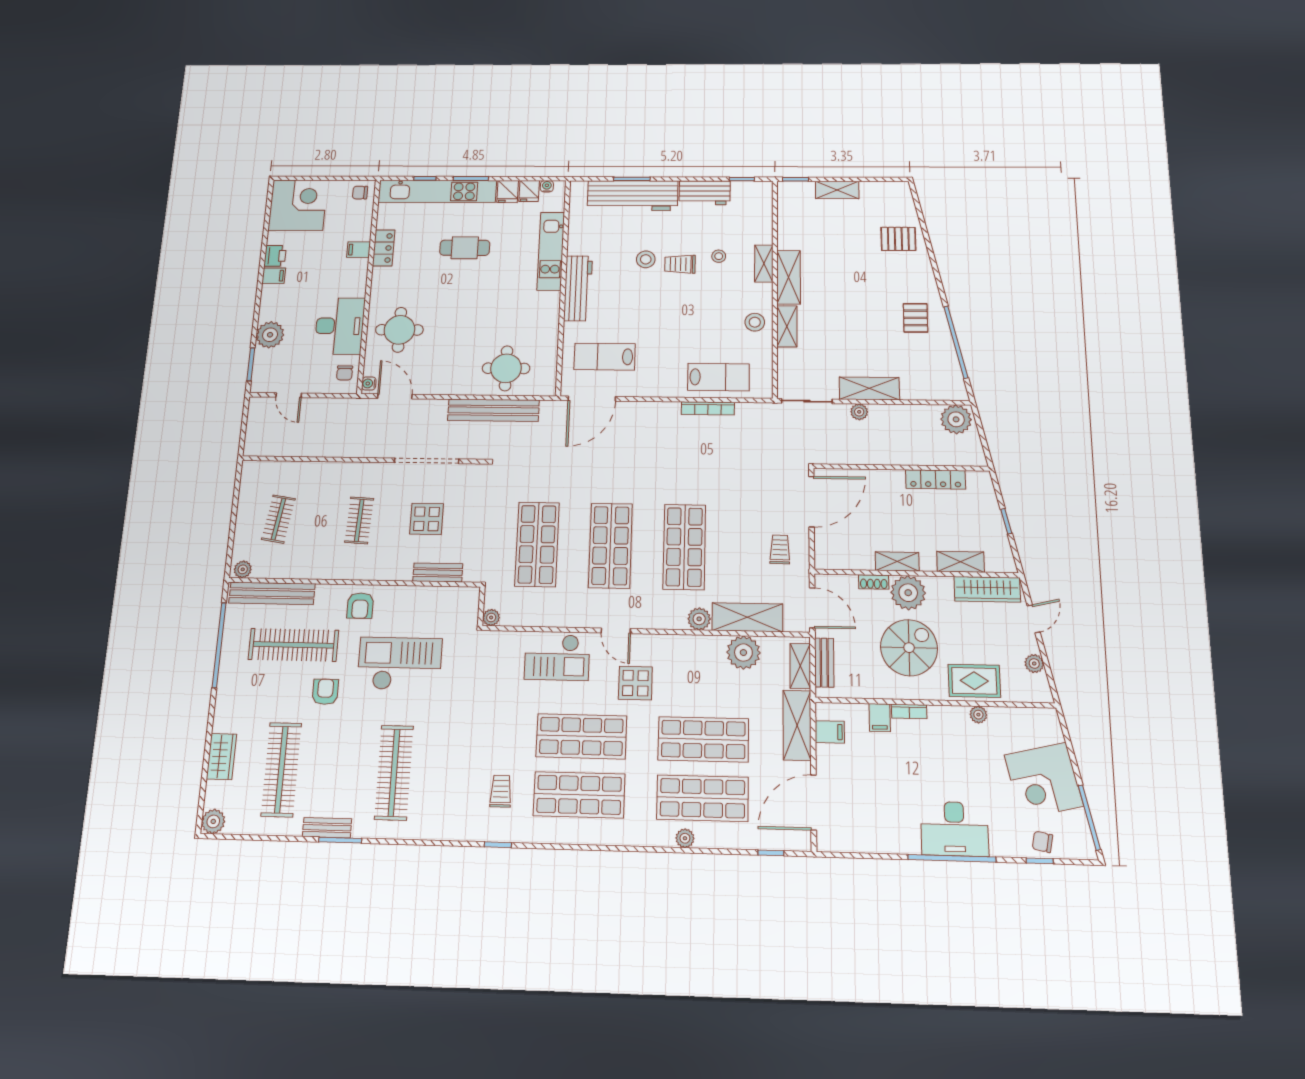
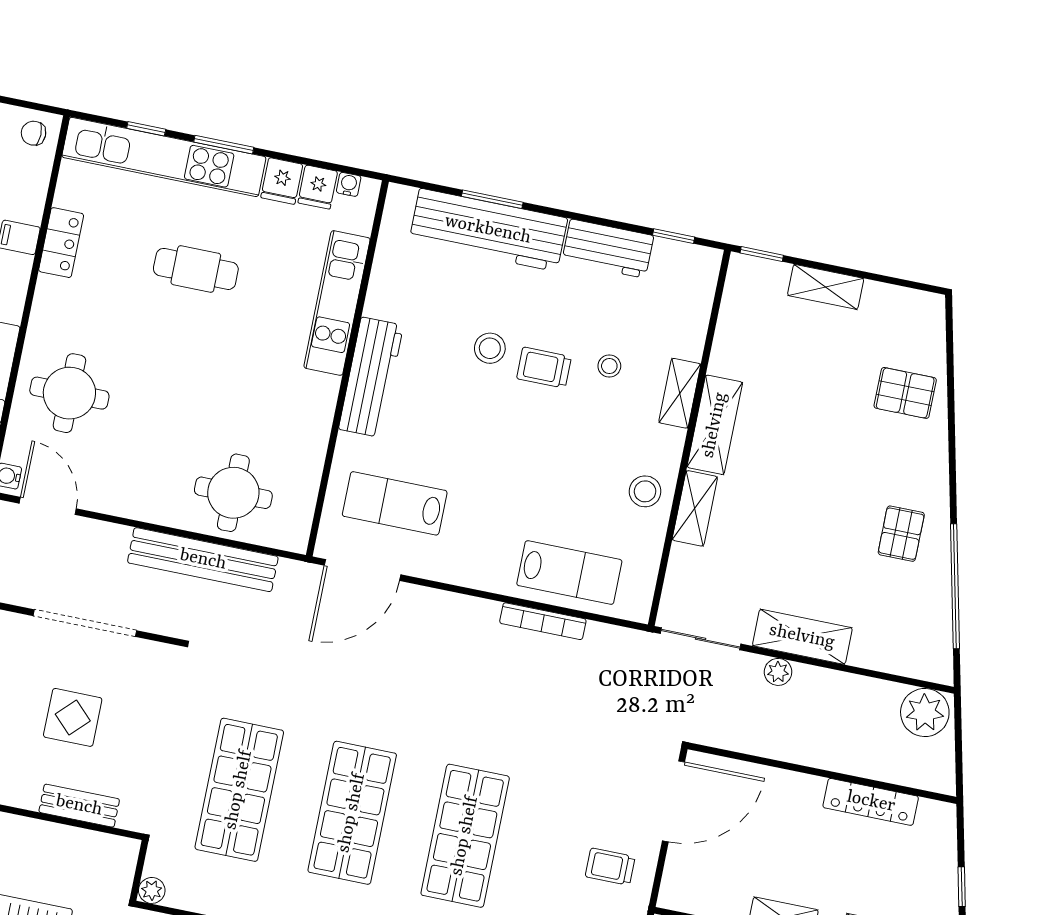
trolley: (780, 549) -> (610, 867), turned -91

